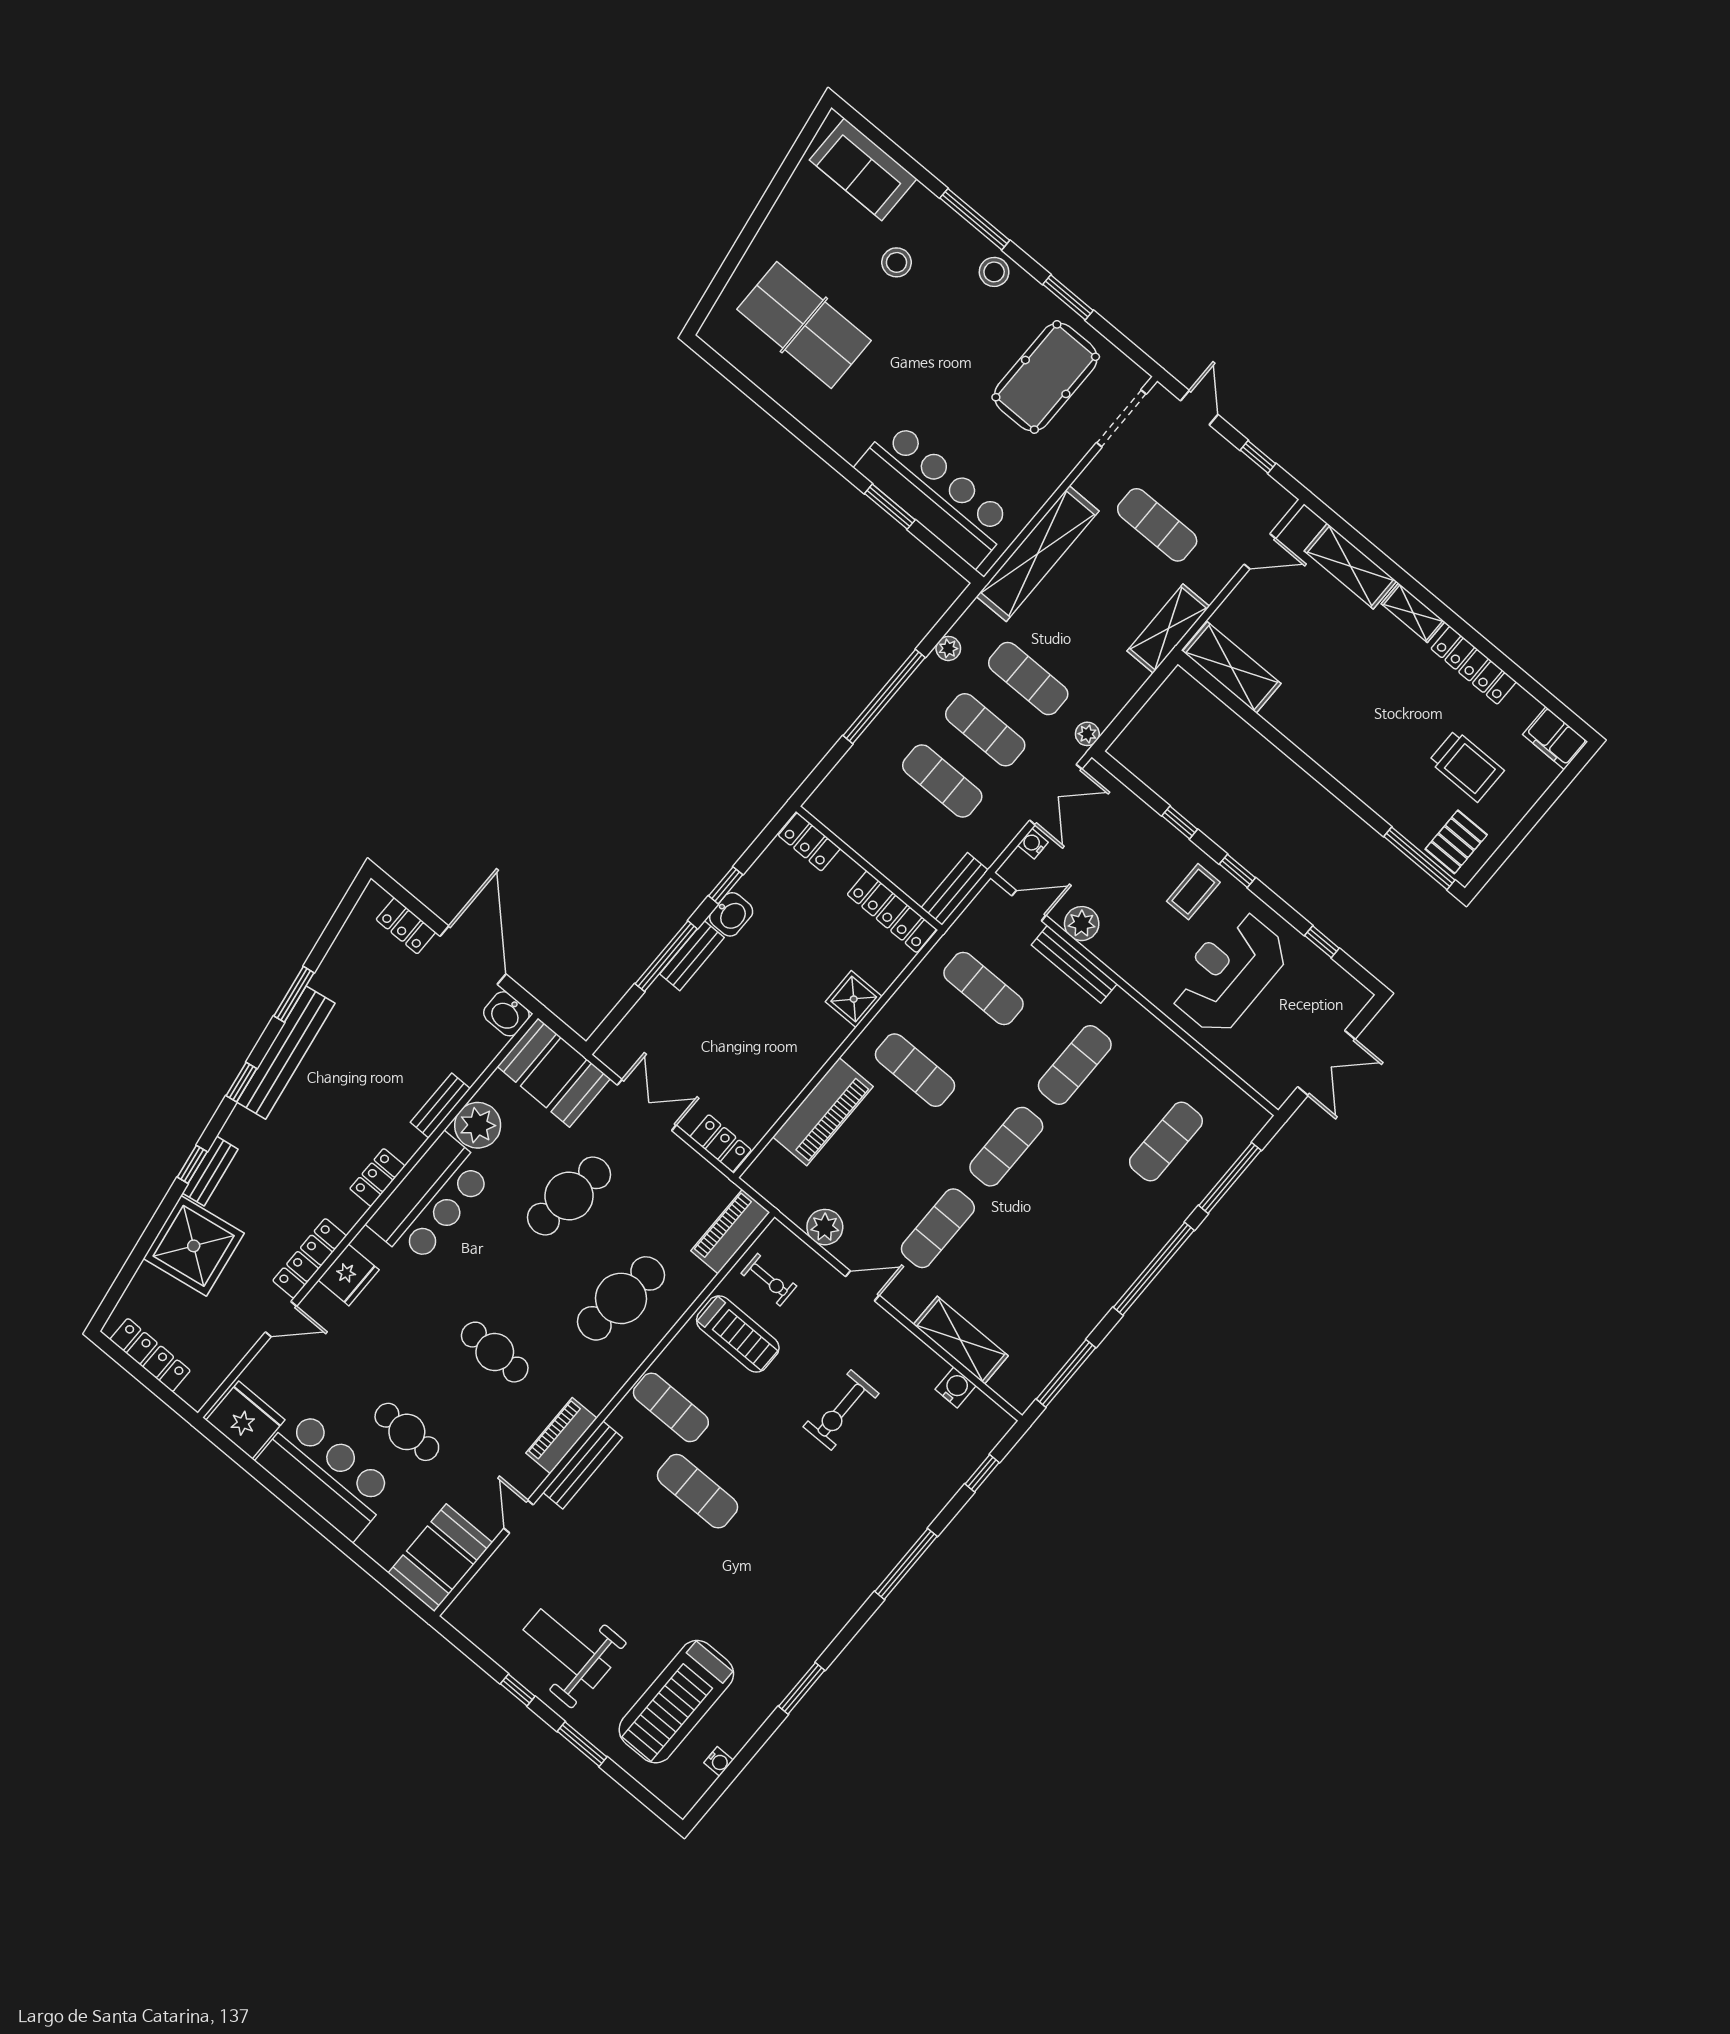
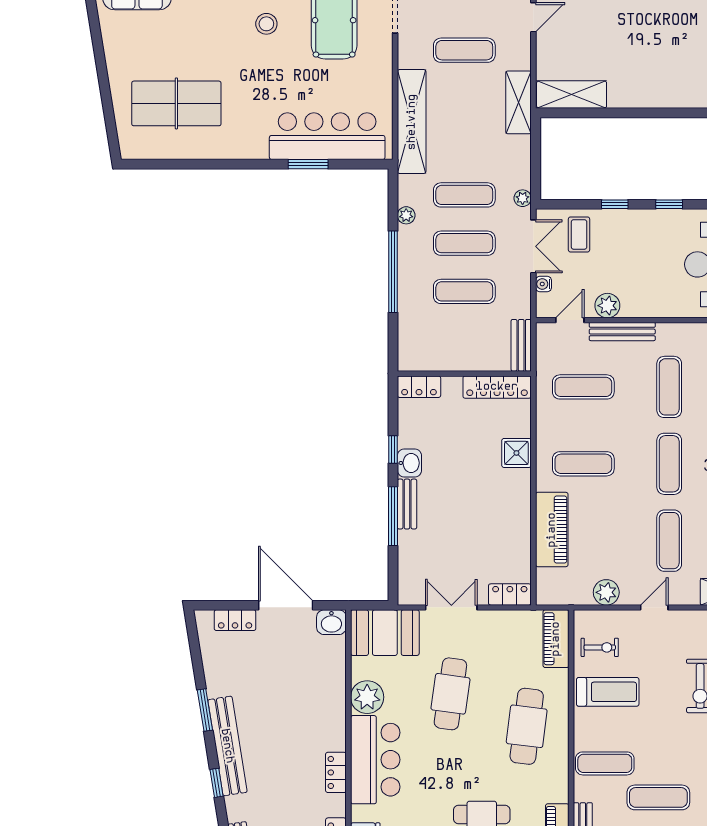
stool: (896, 262) -> (266, 24), moved
coffee table: (1193, 892) -> (579, 234), moved
bench: (440, 1105) -> (337, 703), removed

